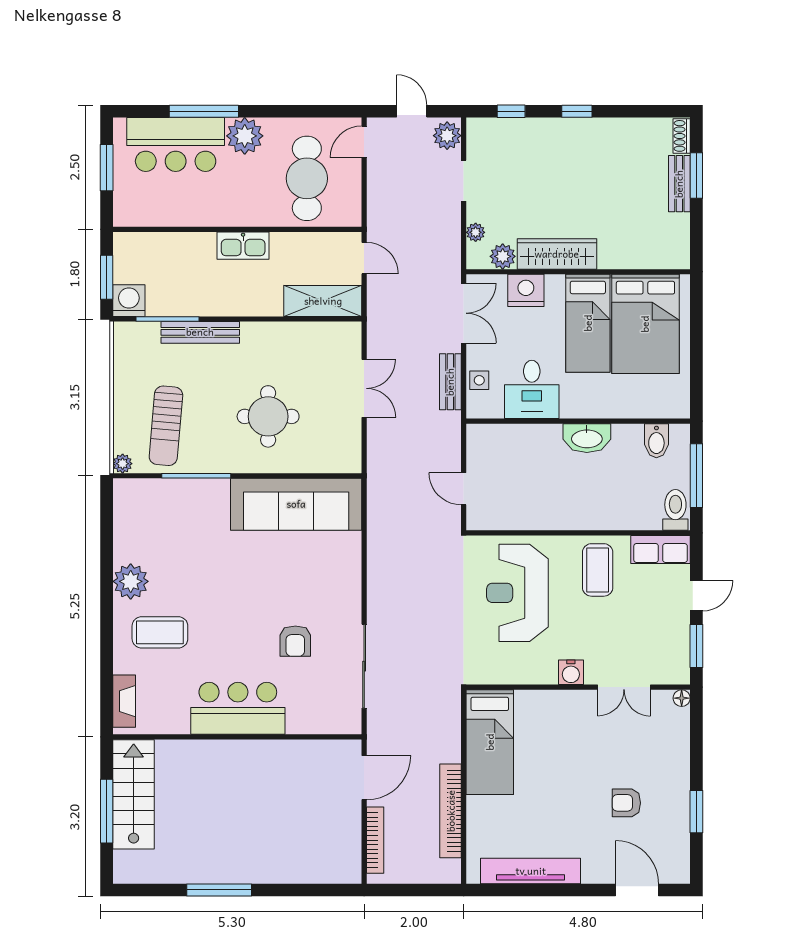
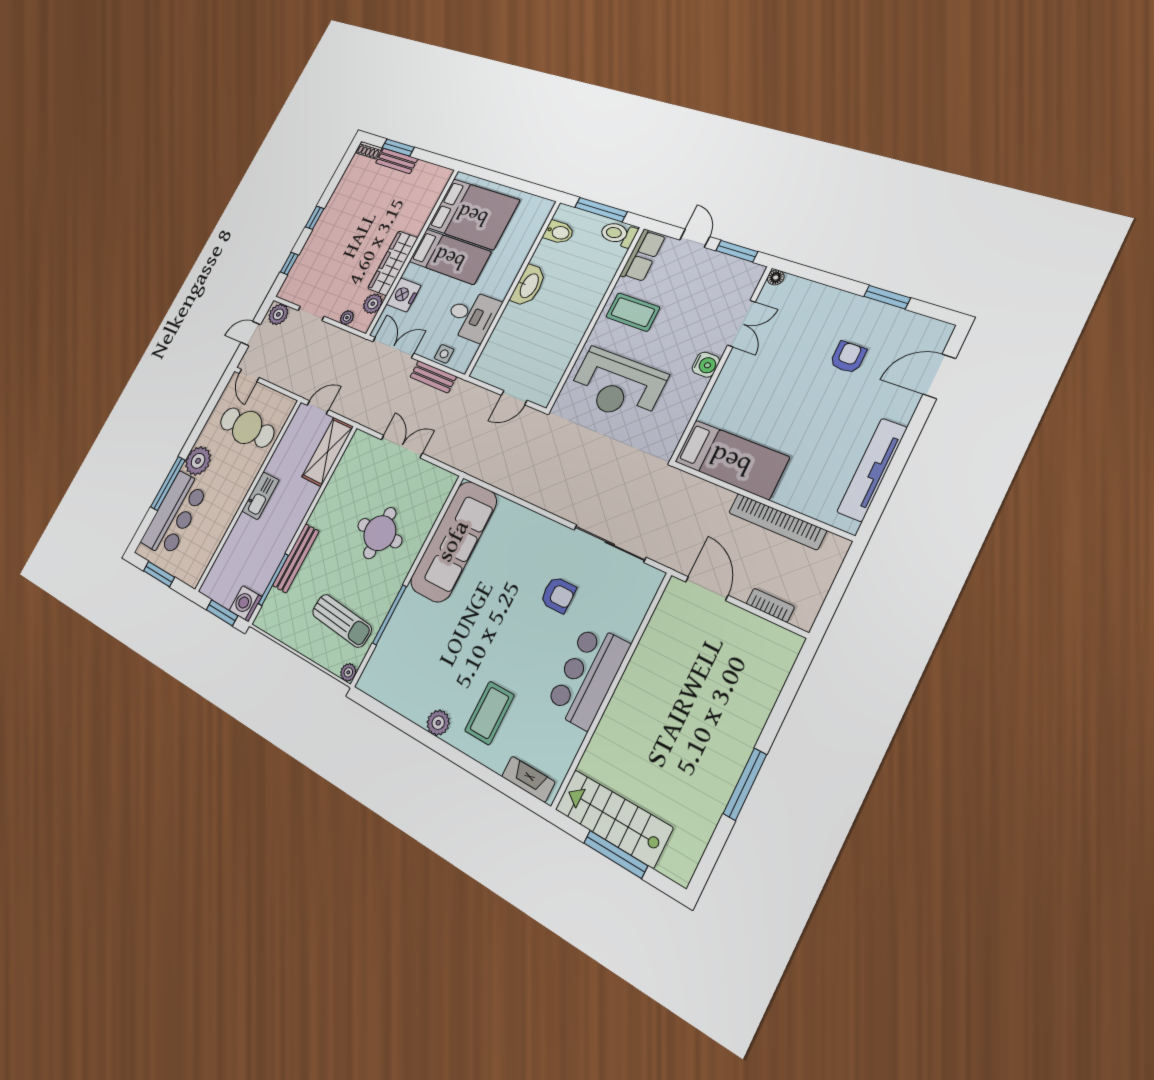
plant: (131, 581) -> (438, 723), width x0.73, depth x0.73
armchair: (626, 803) -> (848, 357), turned 180
bookcase: (375, 840) -> (770, 605), width x0.64

